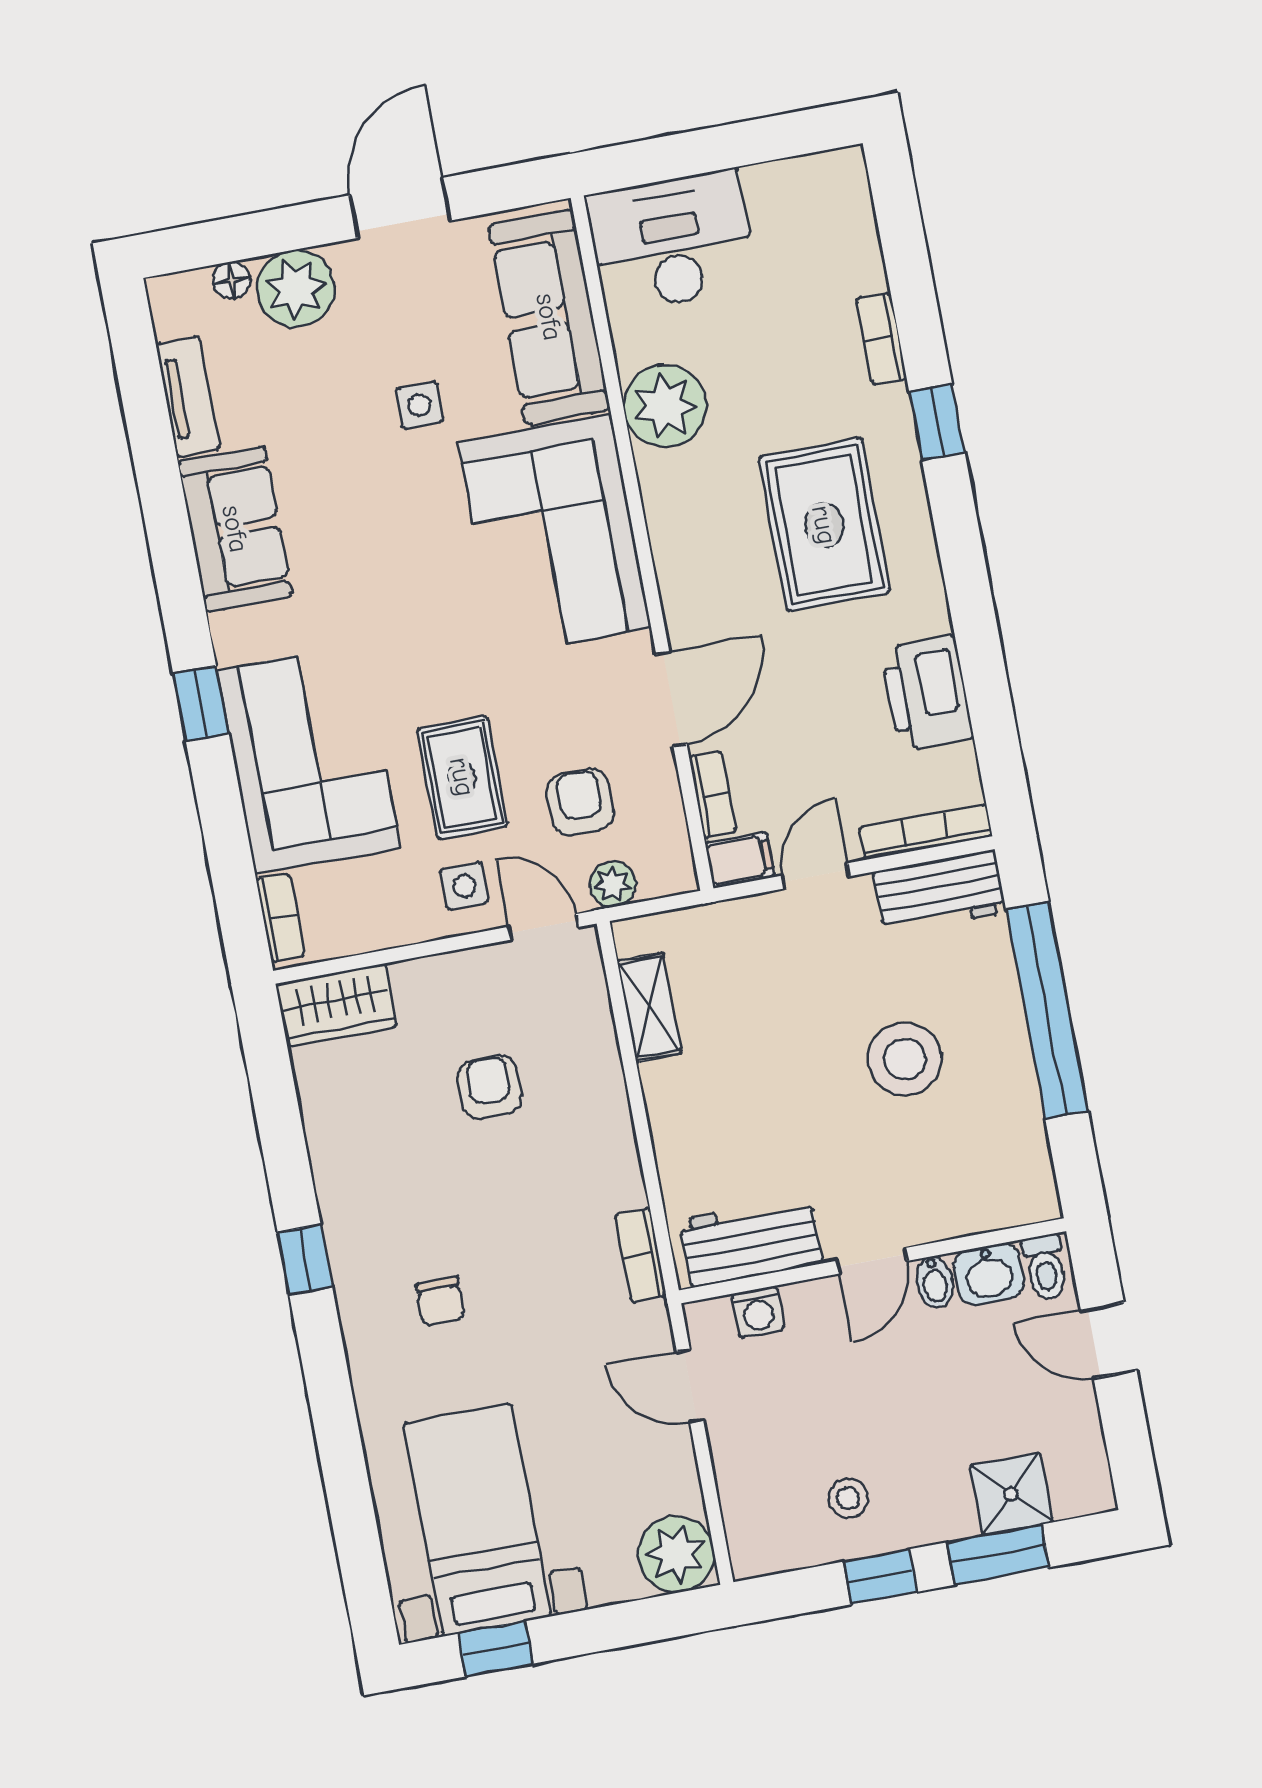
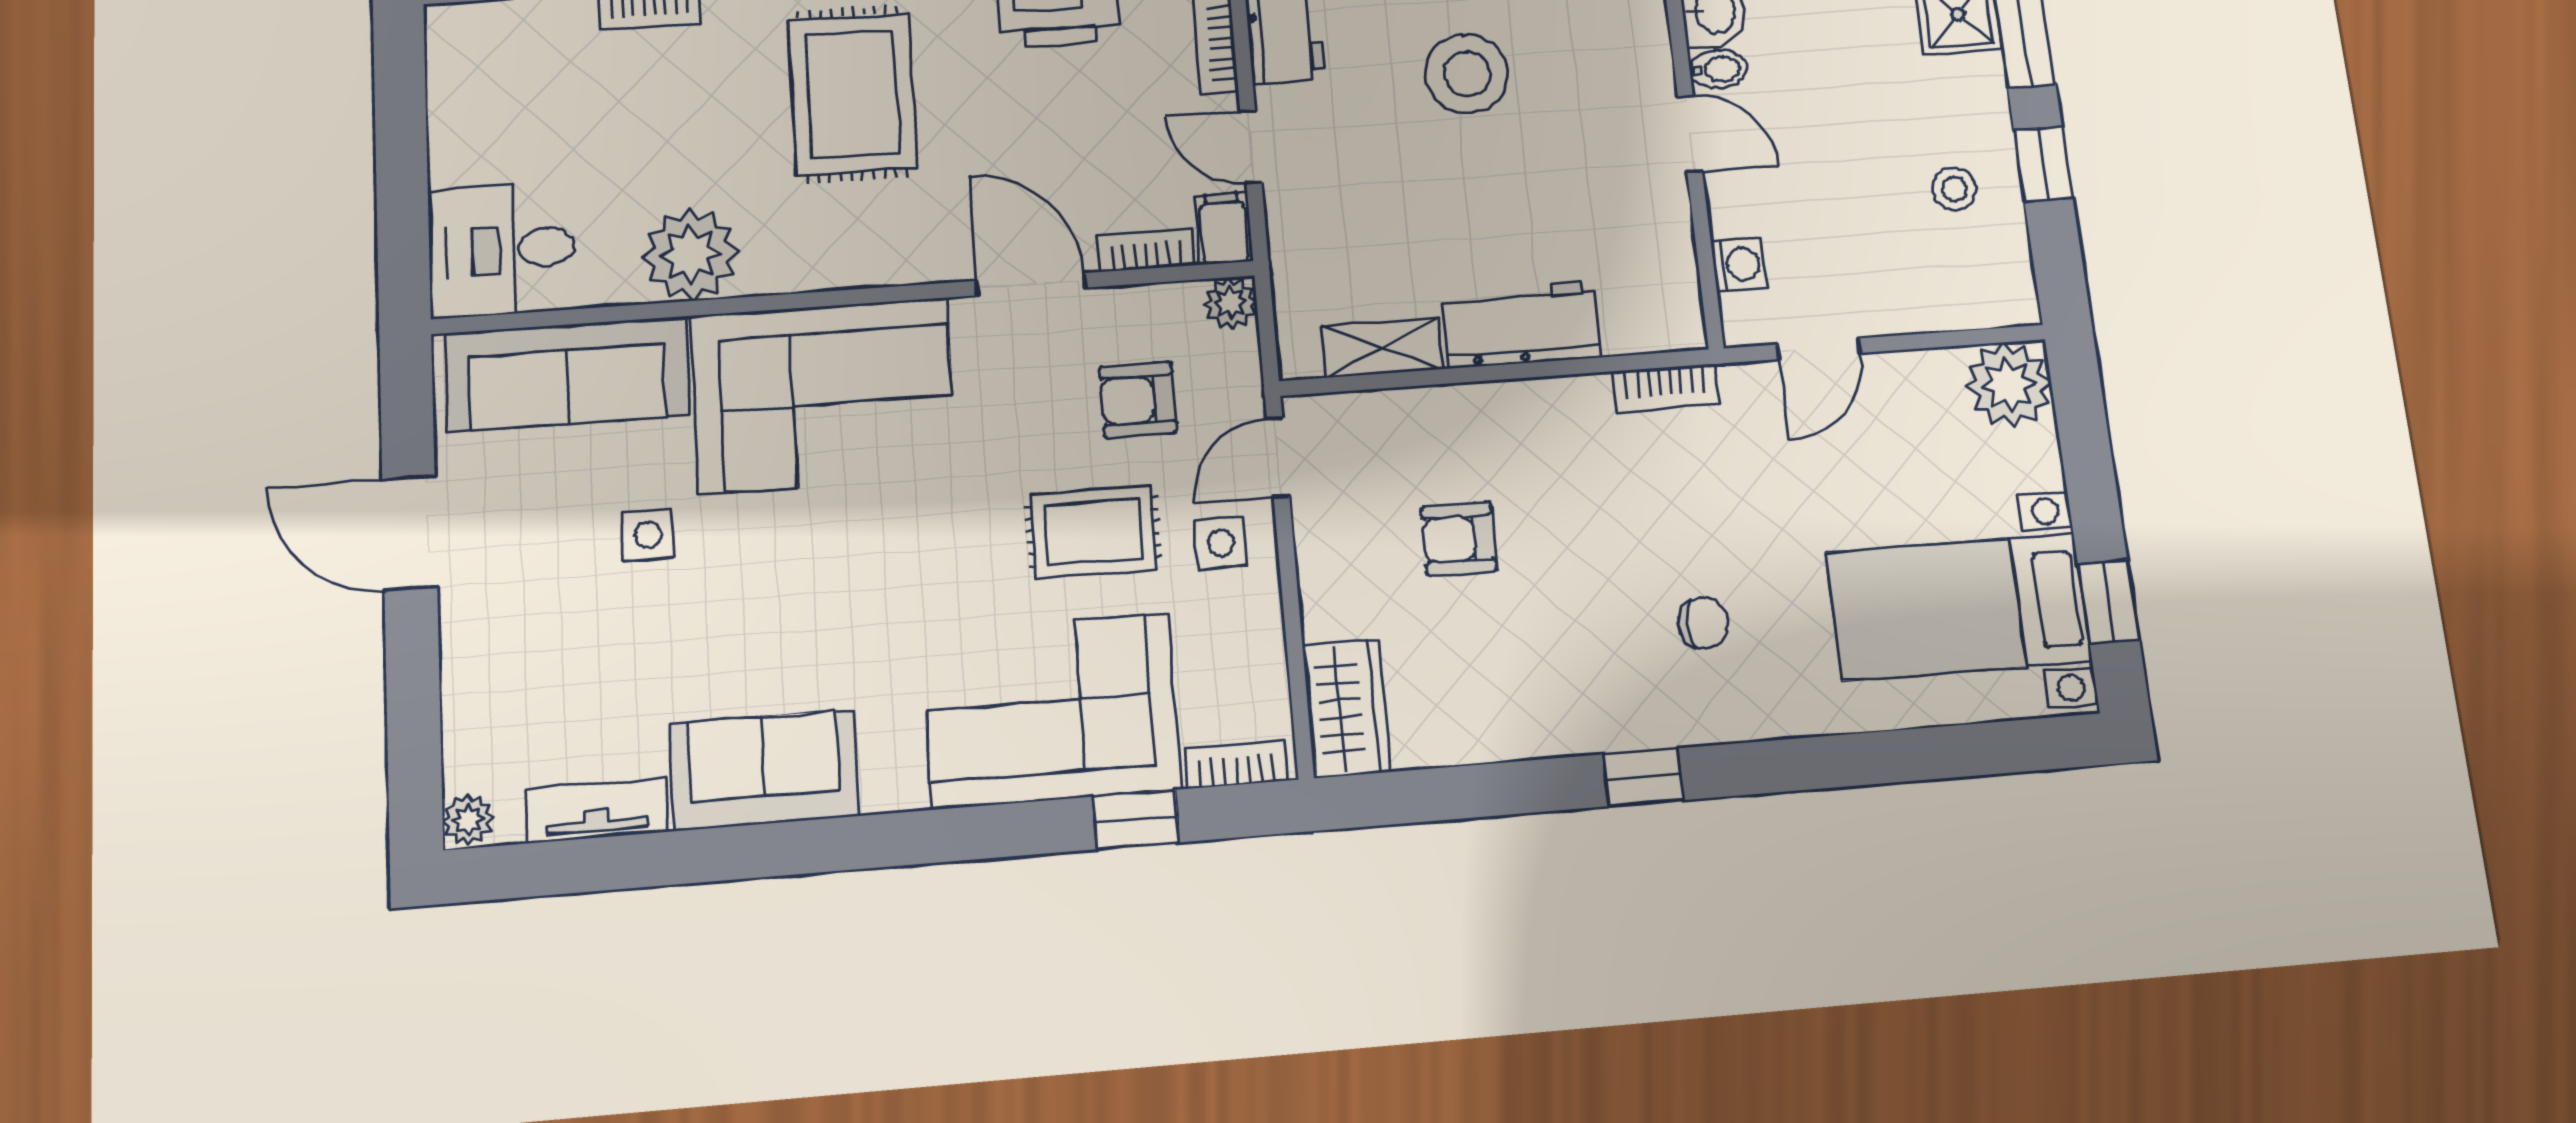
desk: (672, 241) -> (502, 250), width x0.73
floor lamp: (231, 280) -> (464, 743), removed
plant: (296, 289) -> (468, 820), moved, width x0.53, depth x0.53
rug: (824, 525) -> (853, 94), turned 90
window: (201, 703) -> (1136, 819), moved
plant: (612, 884) -> (1231, 303), moved
workbench: (751, 1242) -> (1521, 324), moved, turned 90

